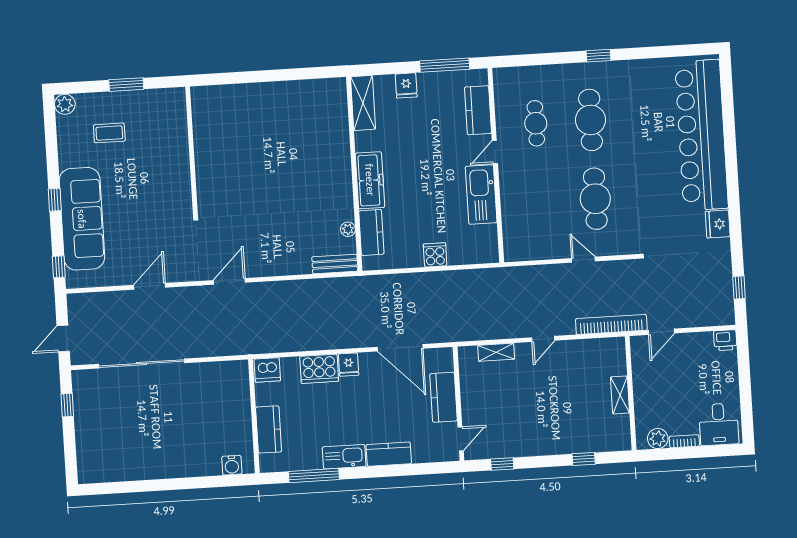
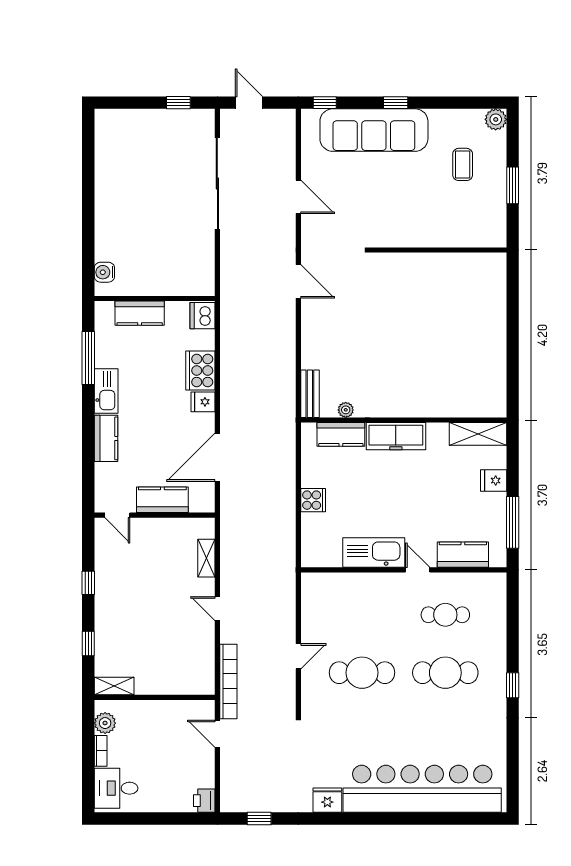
shelving: (620, 395) -> (114, 686), moved
window: (502, 464) -> (88, 583), moved

